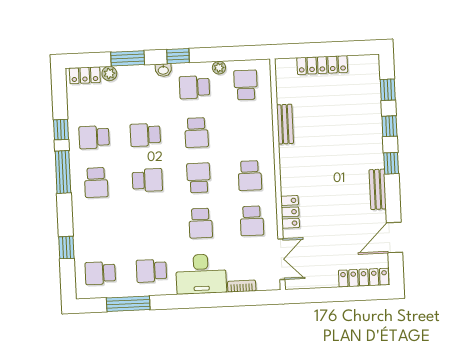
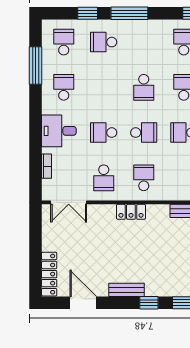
window: (63, 172) -> (129, 13), moved
school desk: (250, 176) -> (144, 178), turned 90
school desk: (96, 182) -> (104, 42), moved
locker: (290, 212) -> (131, 212), moved
school desk: (252, 221) -> (104, 178), turned -90
desk: (201, 274) -> (59, 131), width x0.73

